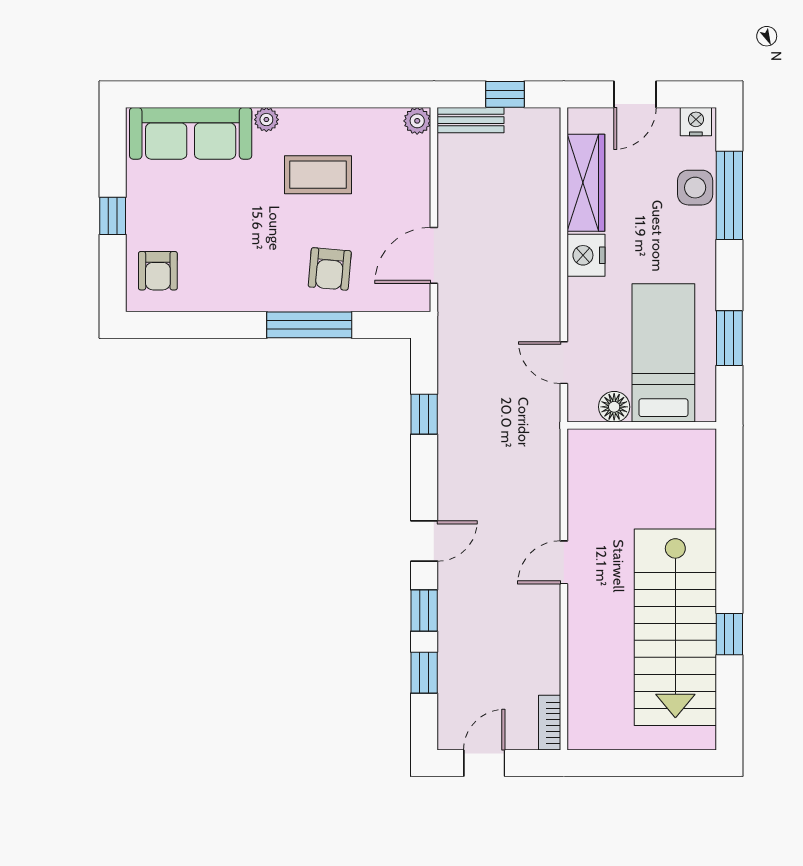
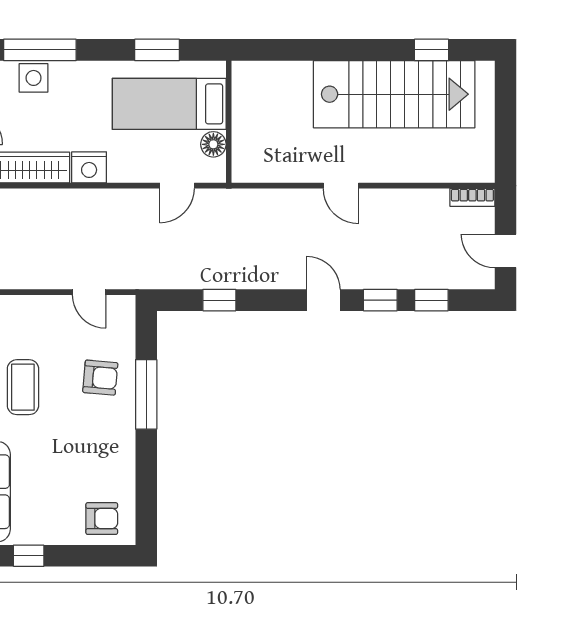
window: (113, 216) -> (29, 556), moved
door: (434, 255) -> (89, 292), width x0.73
window: (729, 634) -> (431, 50), moved

